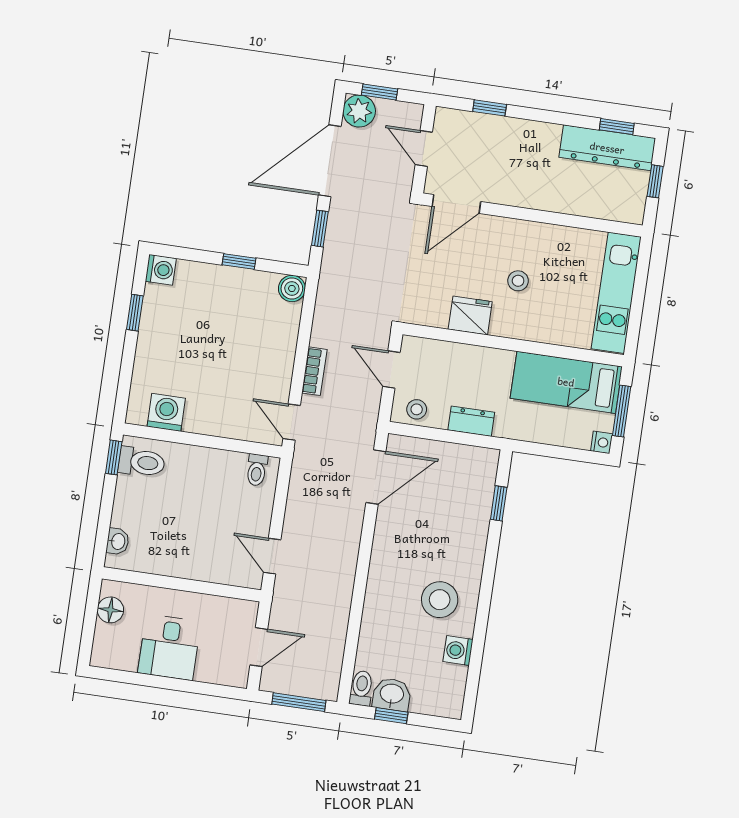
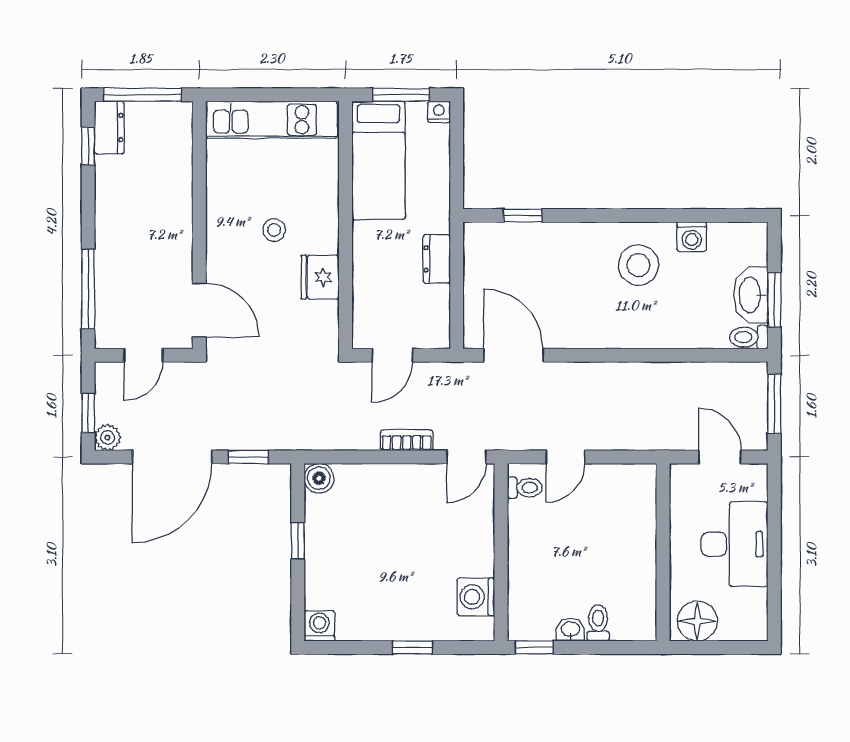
window: (490, 108) -> (88, 289), width x2.17
plant: (359, 111) -> (108, 437), width x0.73, depth x0.73
dresser: (607, 148) -> (109, 128), width x0.51, depth x0.80
door: (330, 161) -> (172, 457), hinge flipped
window: (655, 181) -> (142, 95), width x2.17
window: (135, 313) -> (413, 648), moved
stool: (417, 409) -> (432, 321), removed
toilet: (142, 462) -> (598, 623), moved, width x0.73, depth x0.72
washbasin: (118, 541) -> (570, 630), moved
door: (272, 556) -> (565, 457), moved
floor lamp: (110, 610) -> (697, 621), width x1.38, depth x1.38
desk: (169, 647) -> (735, 544), width x1.37
washbasin: (392, 695) -> (751, 295), width x1.38
window: (391, 716) -> (774, 300), width x1.50

